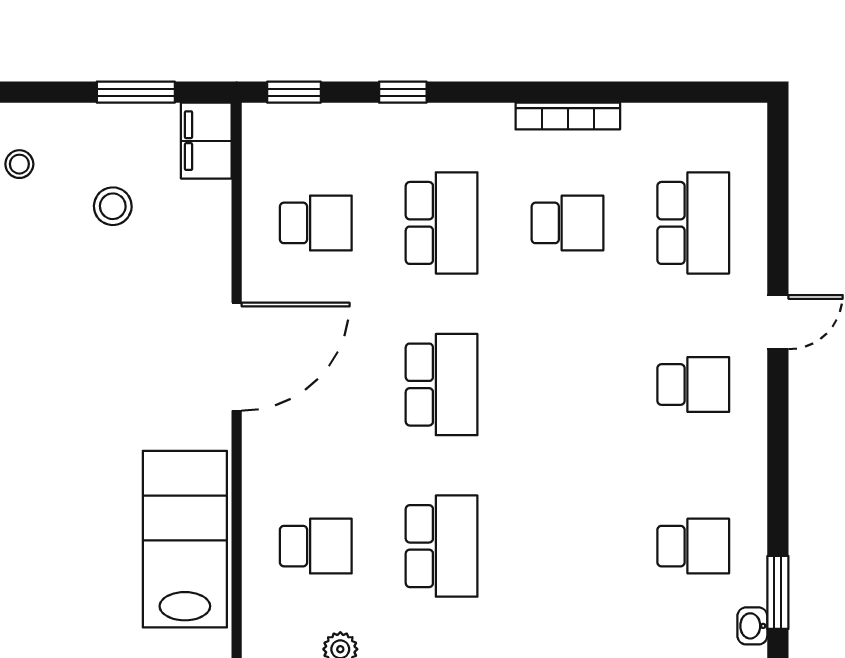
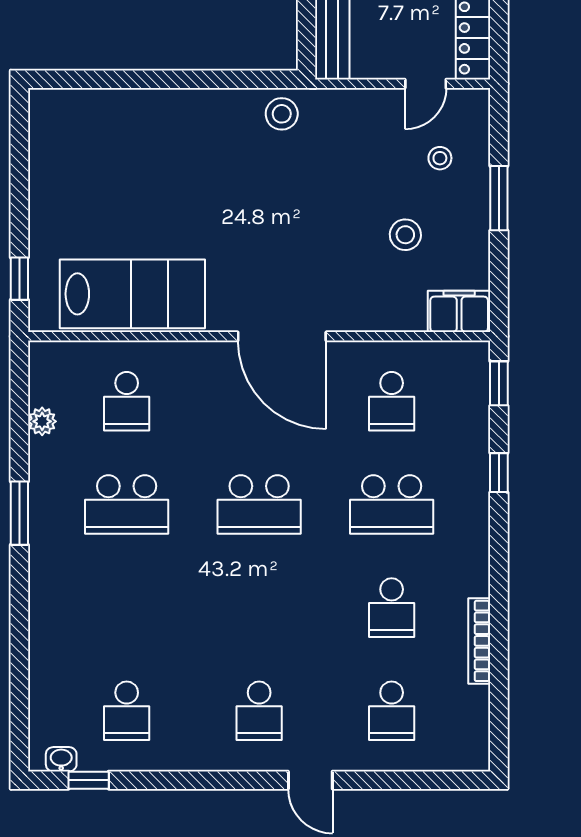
window: (136, 92) -> (499, 198), moved
bookcase: (568, 116) -> (479, 641), moved
school desk: (693, 223) -> (392, 711), width x0.54
window: (778, 592) -> (89, 780), width x0.67

